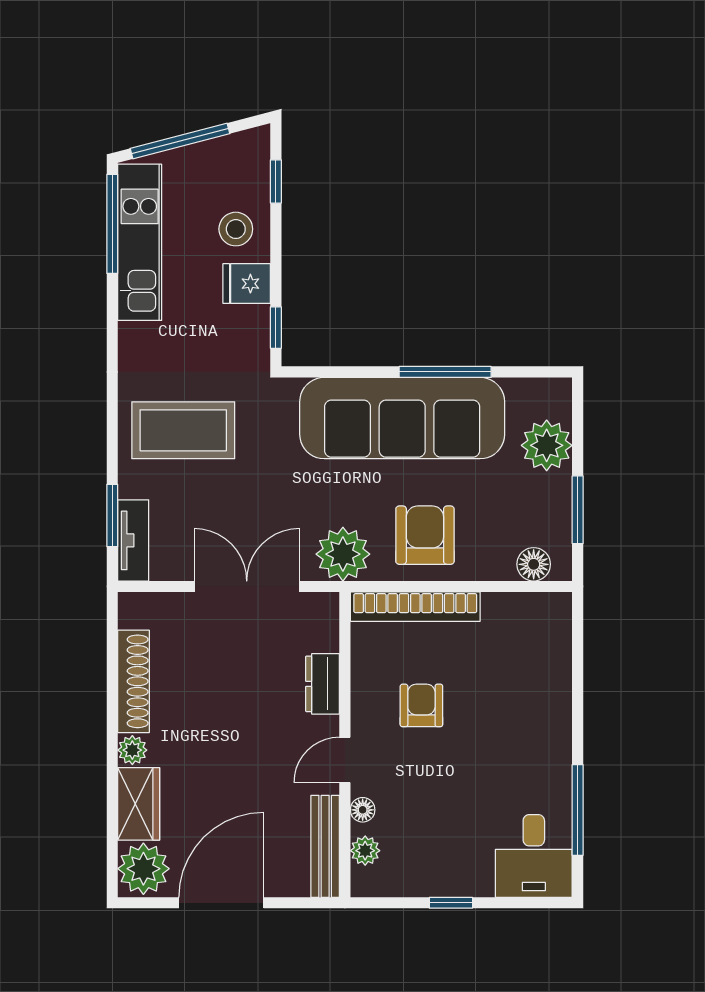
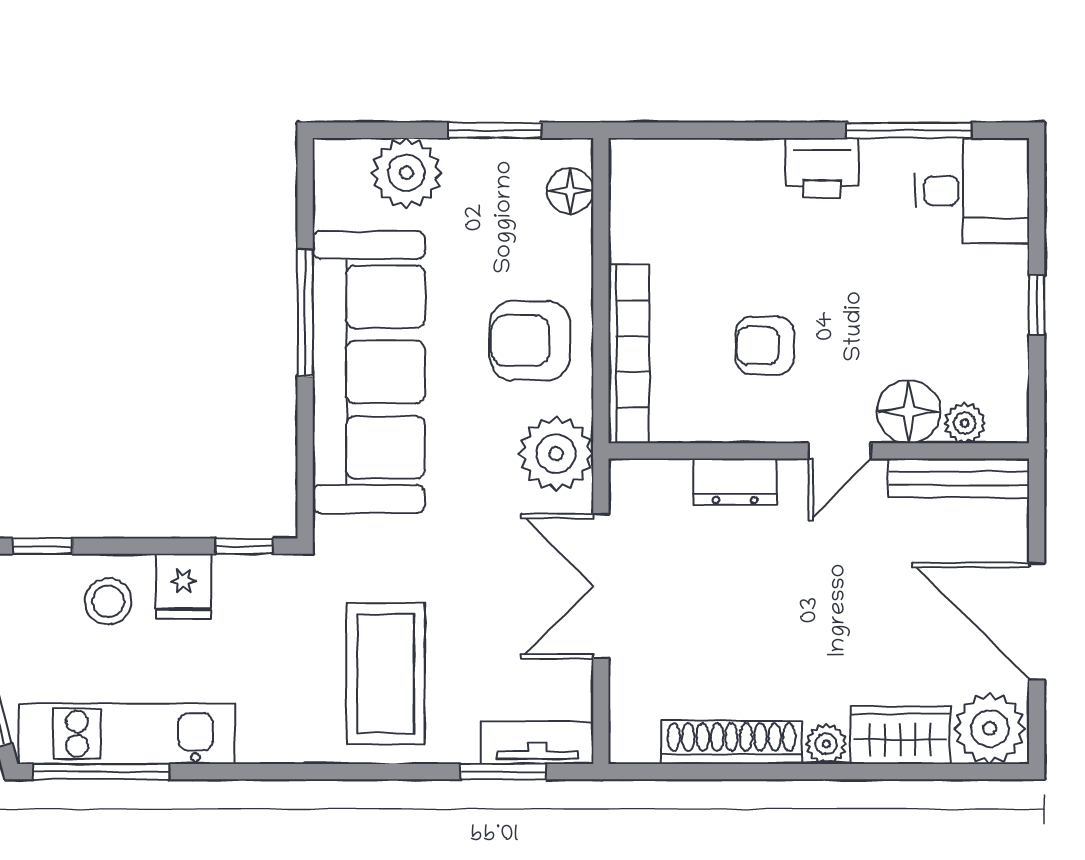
printer: (550, 747) -> (822, 168), added
door: (345, 760) -> (840, 451), hinge flipped
floor lamp: (363, 810) -> (909, 412), width x1.89, depth x1.89

